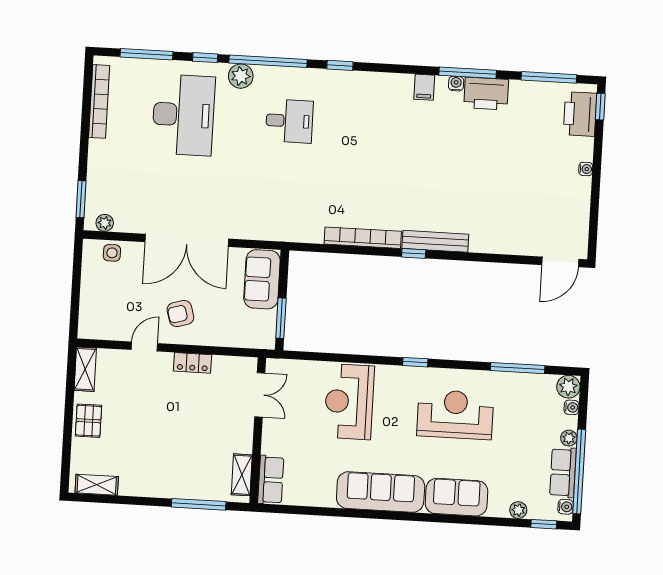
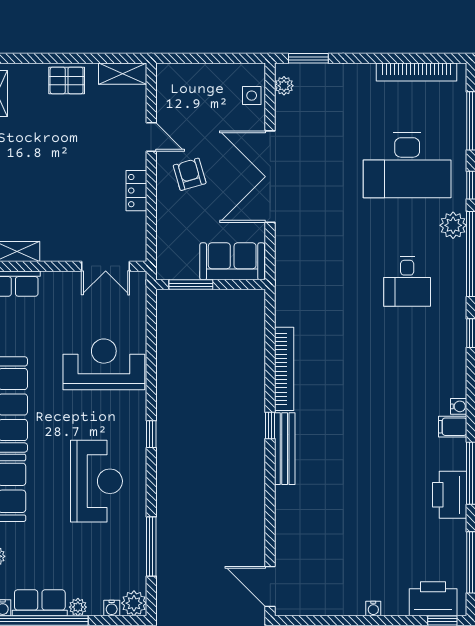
water cooler: (456, 84) -> (459, 406), moved

